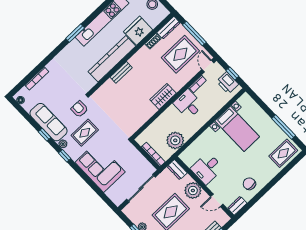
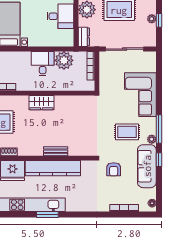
window: (75, 33) -> (47, 214), moved
desk: (188, 104) -> (43, 64), moved, turned 180
armchair: (79, 109) -> (114, 169), moved
window: (65, 156) -> (159, 129), width x2.17

